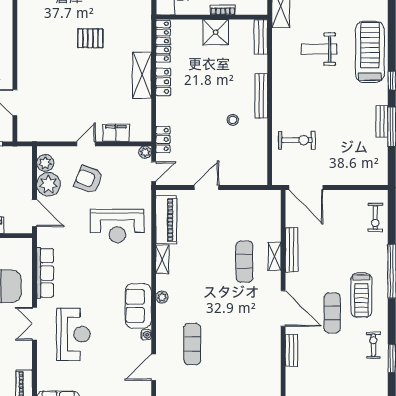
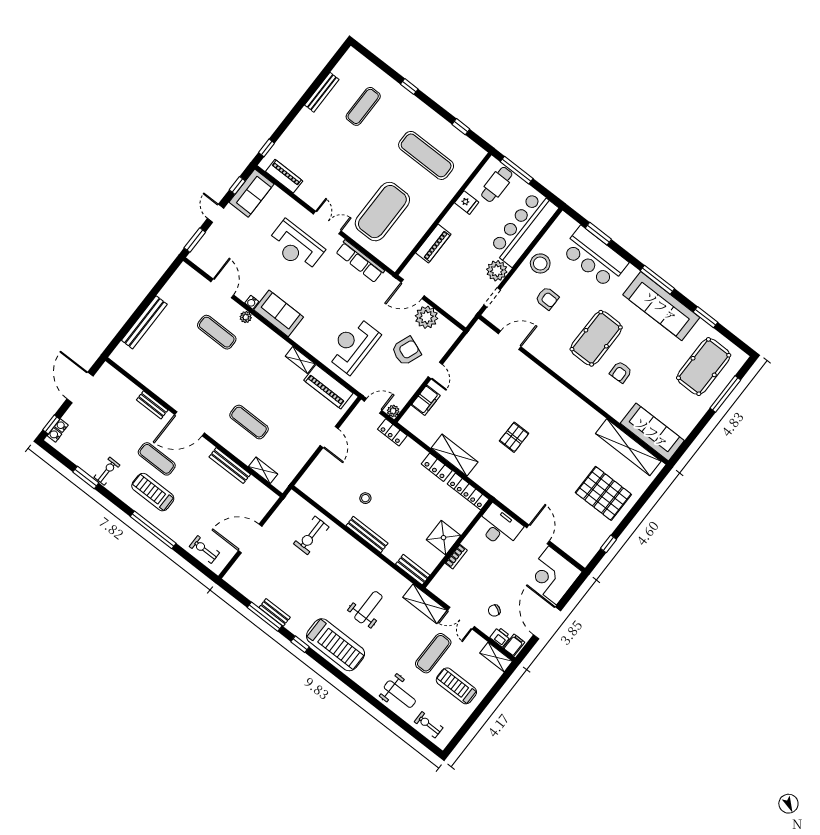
plant: (45, 163) -> (445, 327), removed
door: (154, 172) -> (373, 406), swing flipped
door: (306, 187) -> (250, 538), moved
shelving: (275, 256) -> (263, 470), moved
plant: (162, 297) -> (246, 317), moved
exercise bike: (373, 345) -> (107, 471), turned -90

